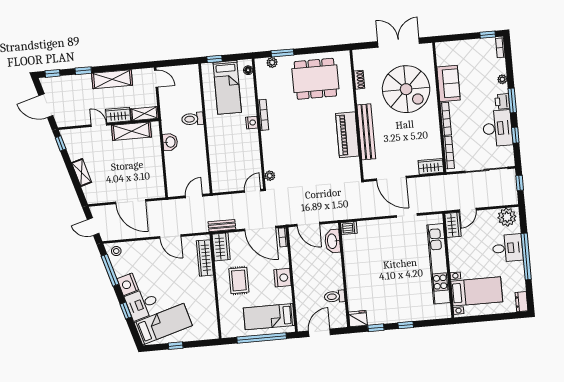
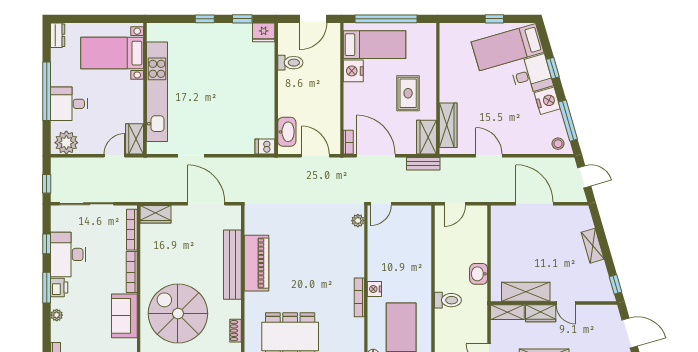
nightstand: (282, 278) -> (353, 71), moved

